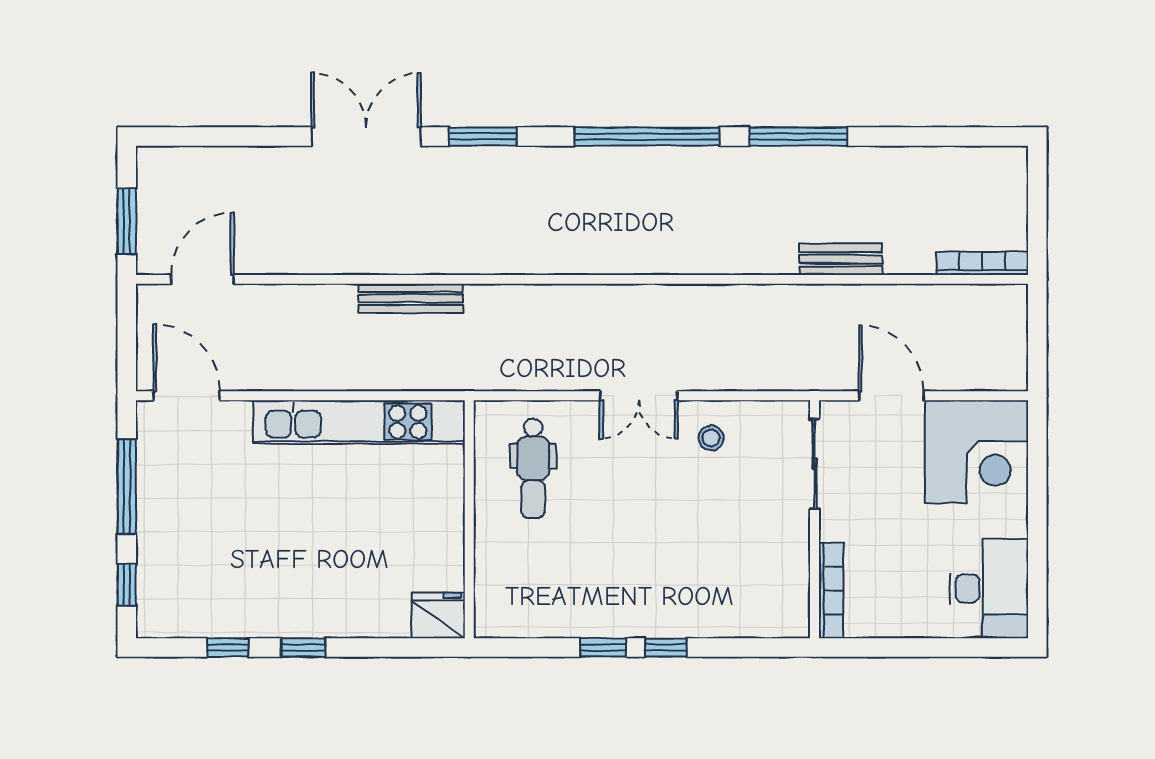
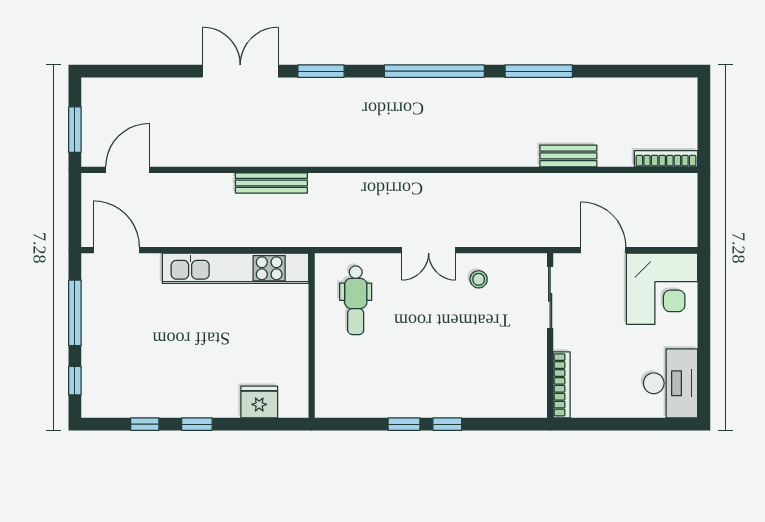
fridge: (438, 615) -> (259, 402), moved

